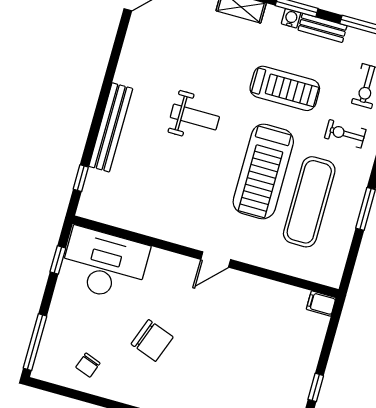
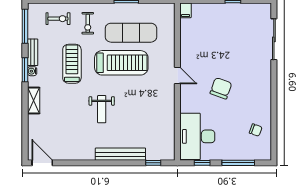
weight bench: (195, 117) -> (102, 109), turned 180
chair: (152, 341) -> (221, 88), moved
window: (35, 342) -> (238, 163), moved

